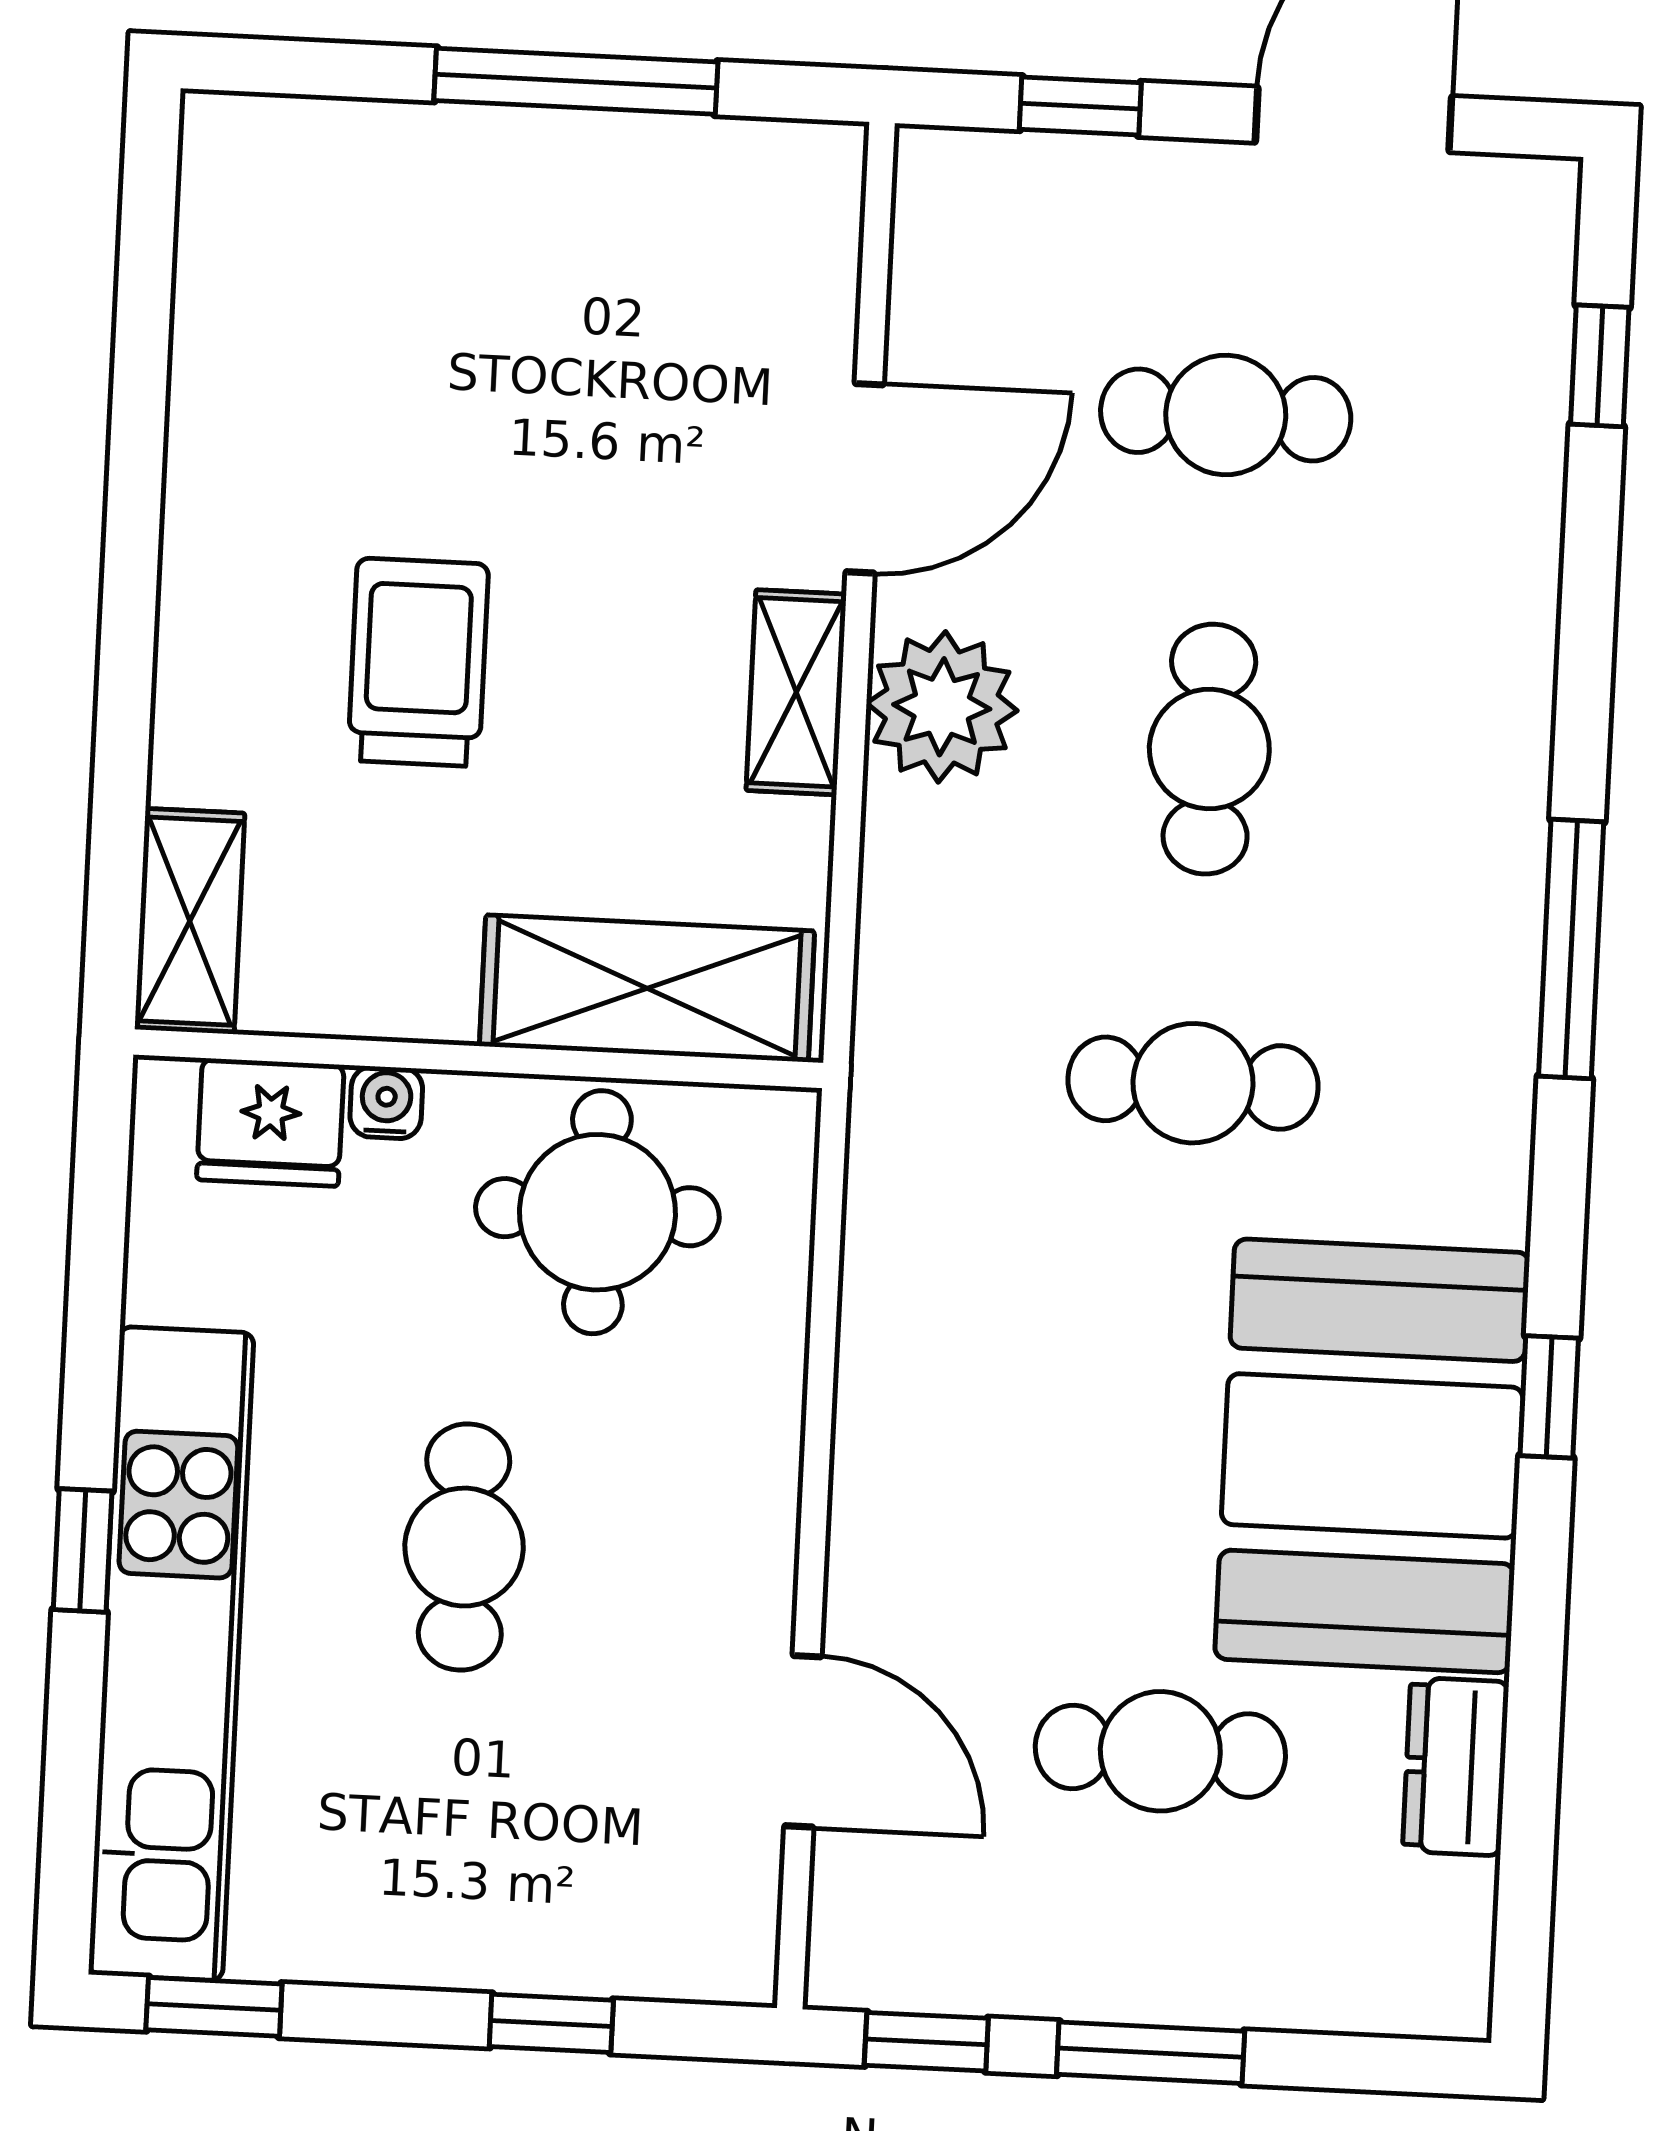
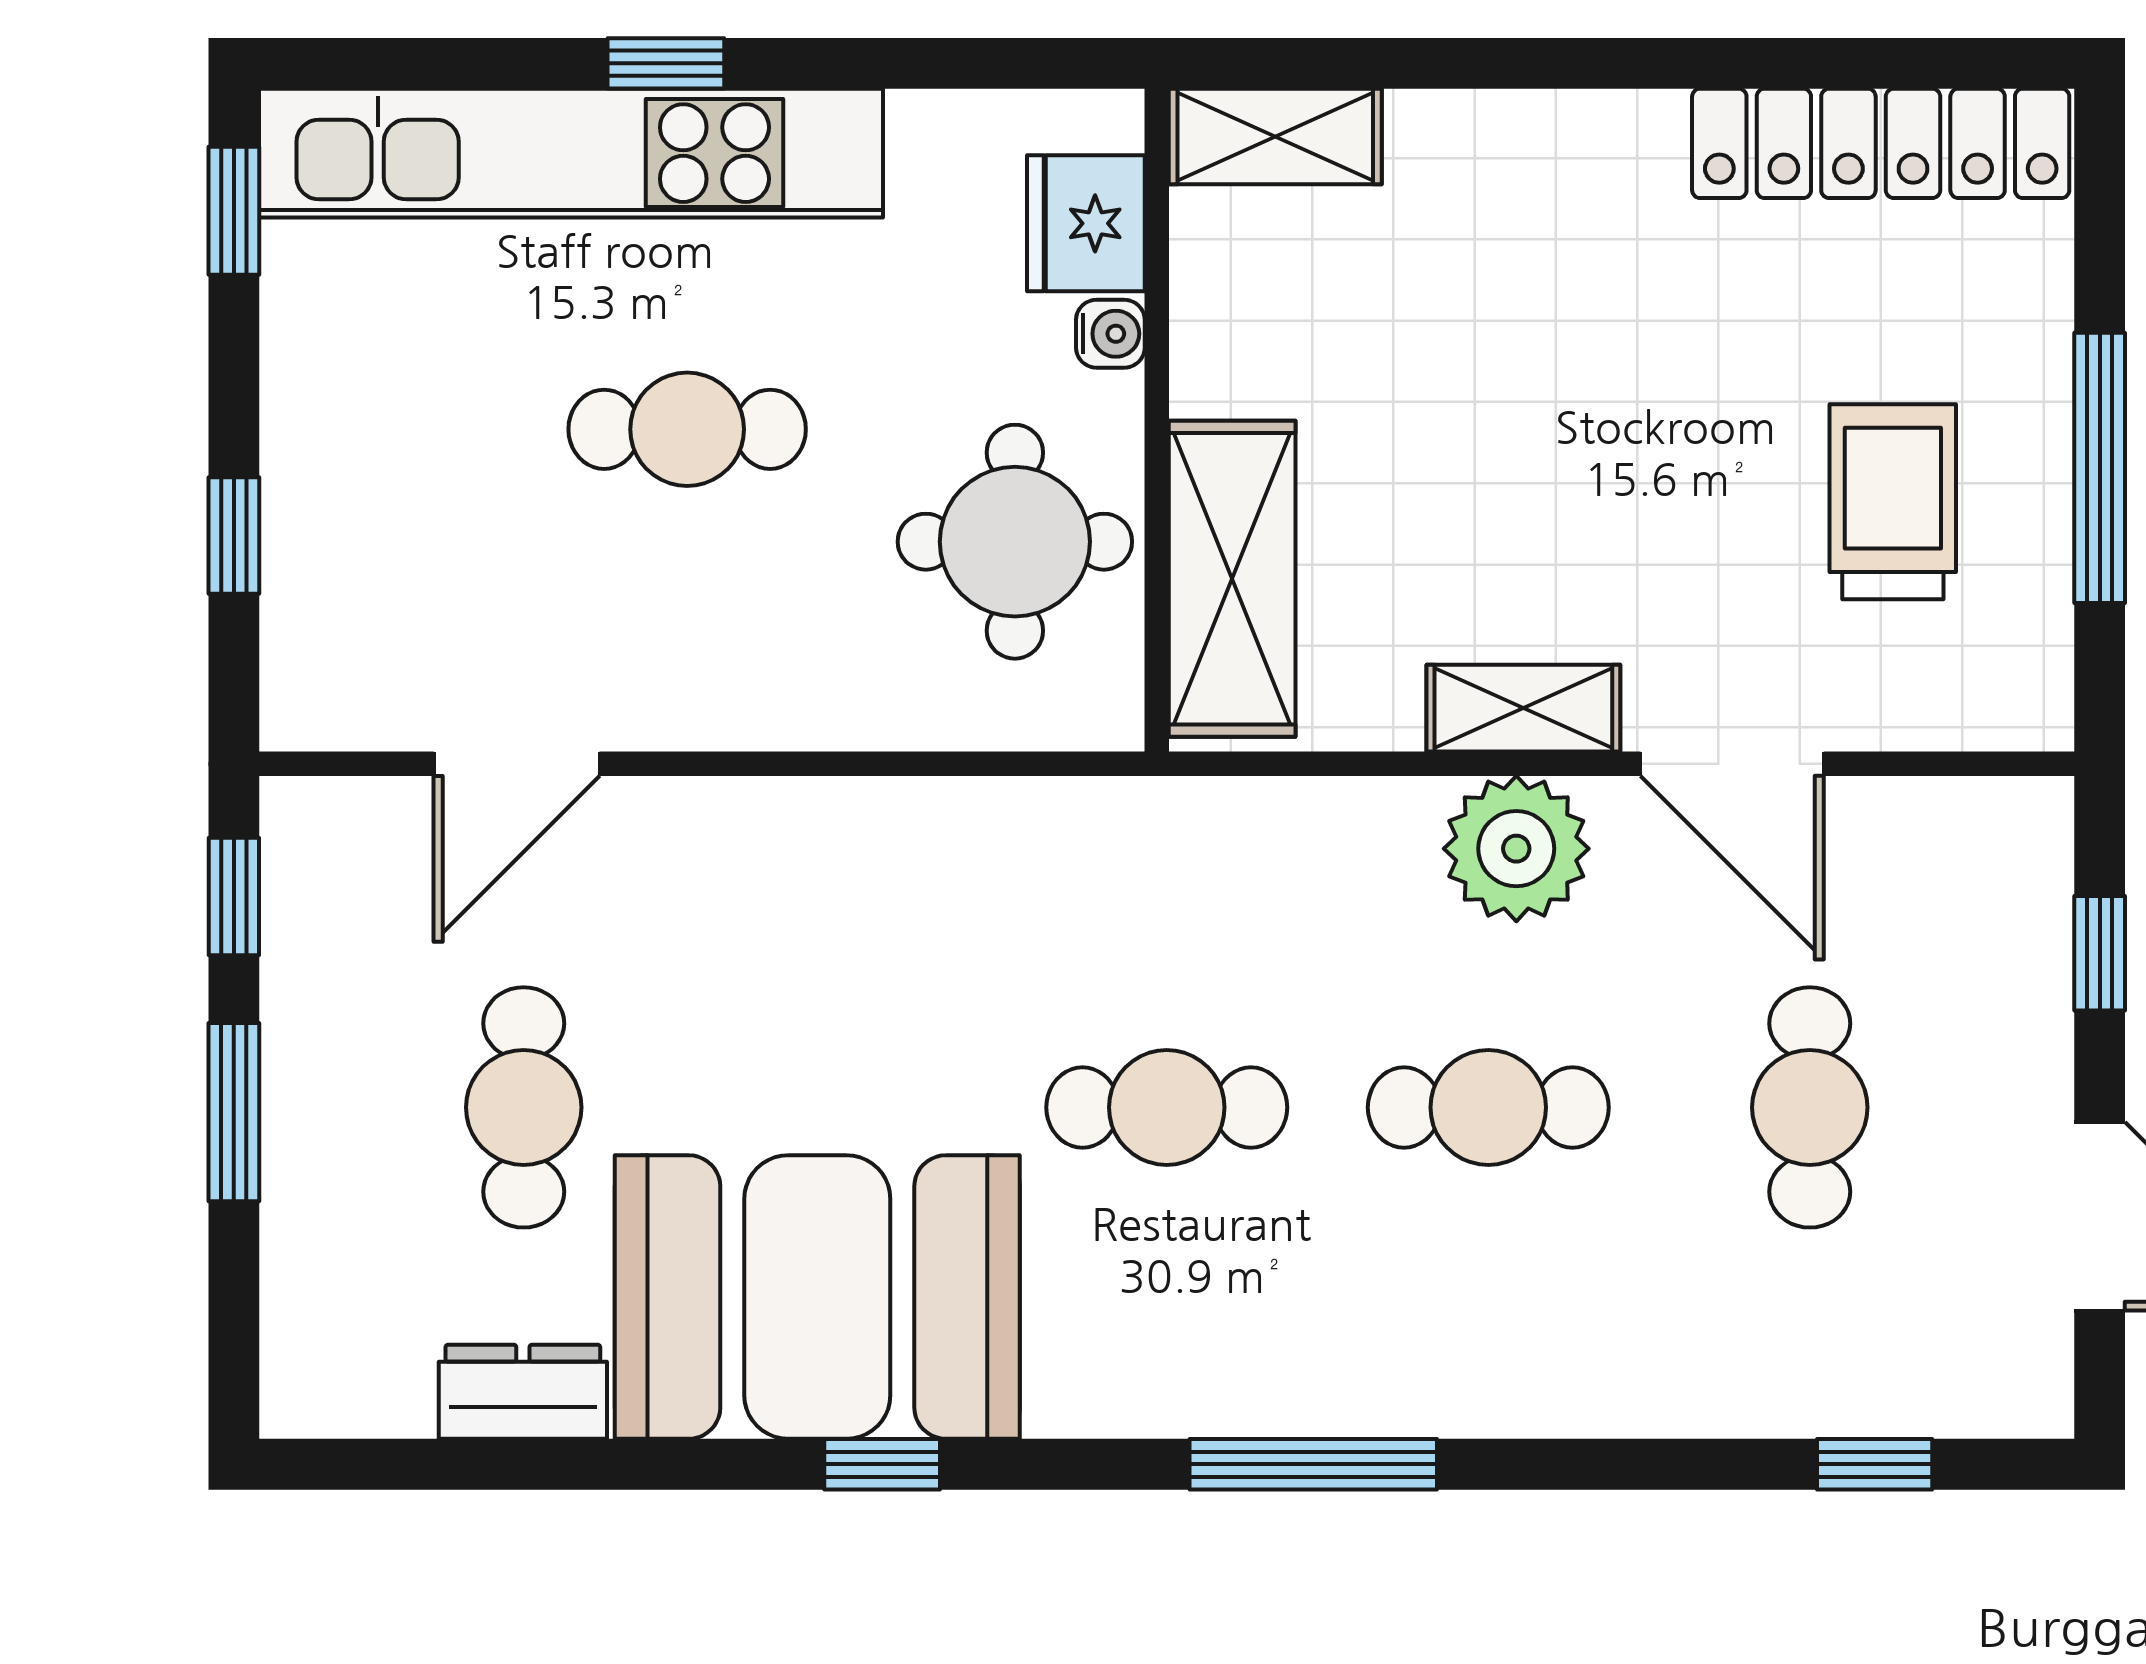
locker: (228, 292) -> (1881, 143), added
trolley: (418, 662) -> (1893, 502), moved, turned -90
cafe table: (1193, 1083) -> (1167, 1107), turned 90

